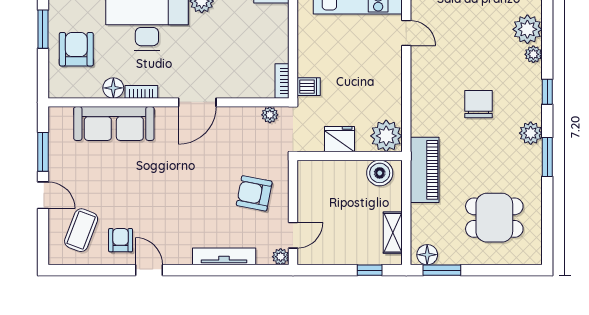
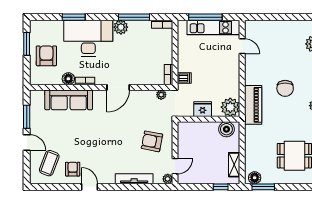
chair: (479, 104) -> (285, 88), turned 180
piano: (425, 170) -> (253, 105), moved

